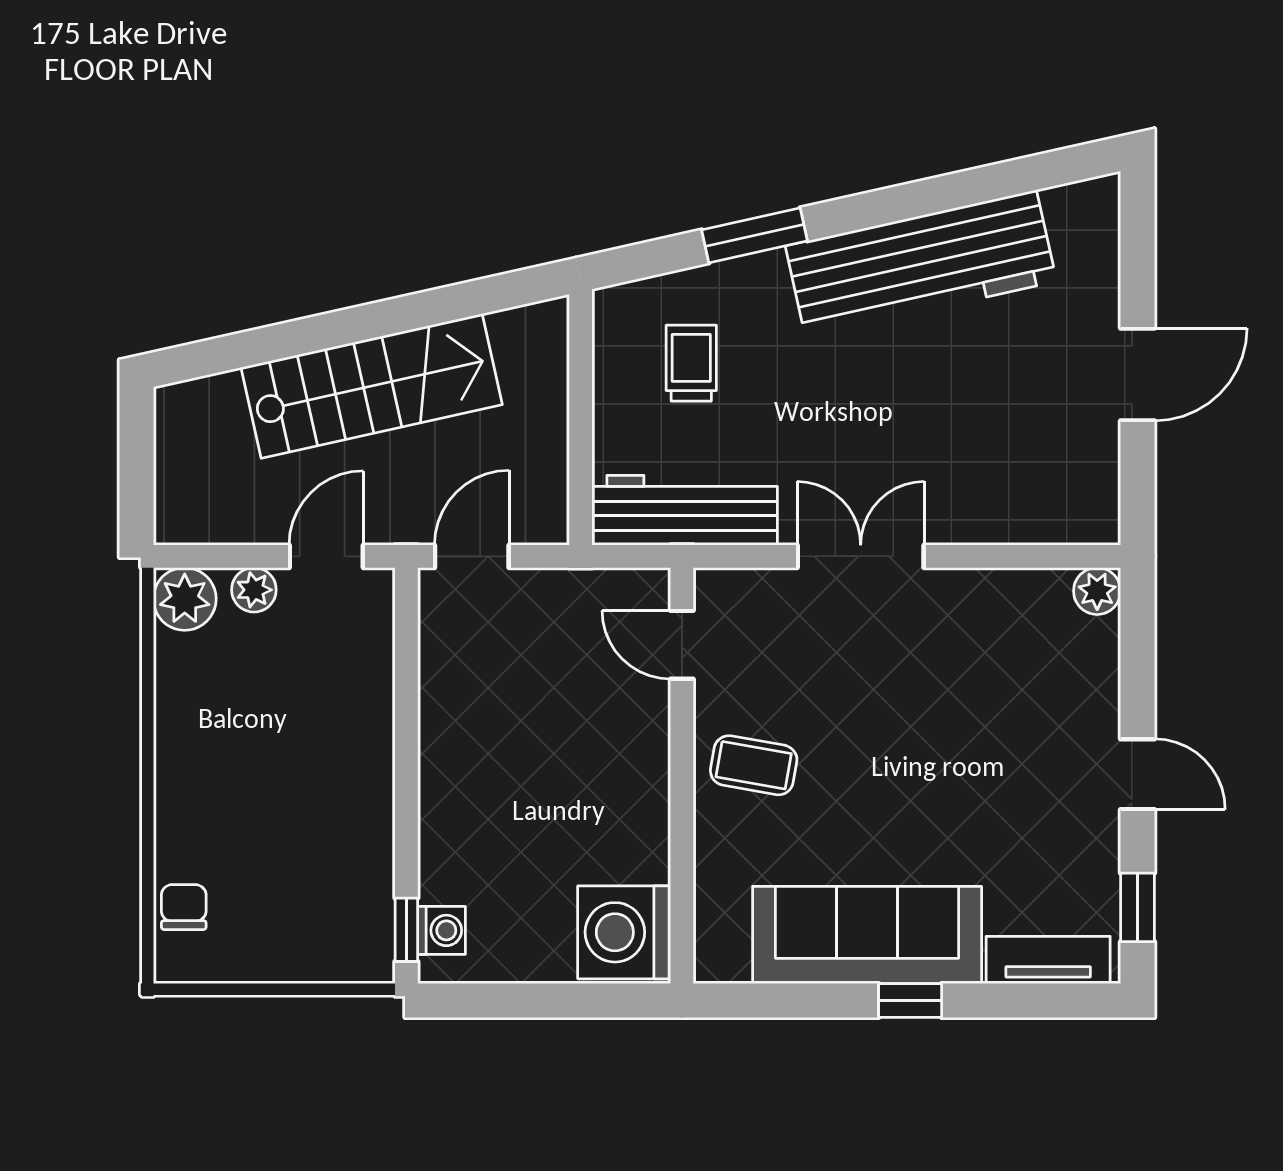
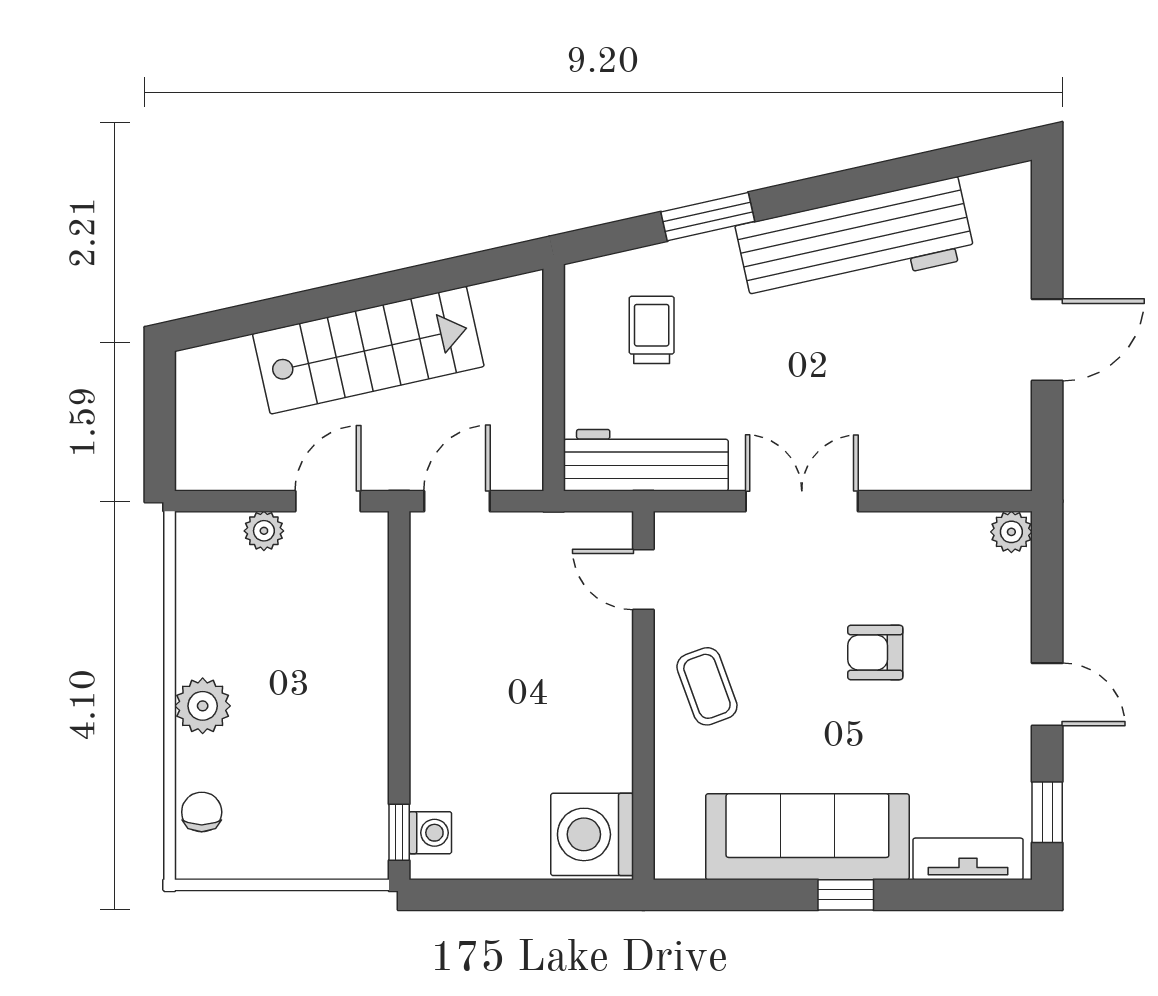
plant: (185, 599) -> (203, 706), moved
armchair: (944, 727) -> (875, 653), added
coffee table: (754, 765) -> (707, 686), turned 60

